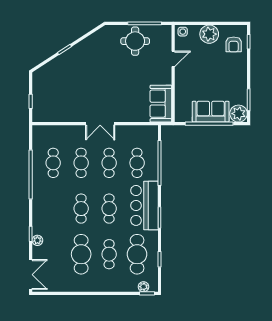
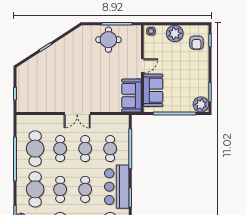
door: (173, 59) -> (142, 66), moved
sofa: (211, 112) -> (153, 90), moved, turned 90
cafe table: (53, 163) -> (35, 149), width x1.37, depth x1.35
cafe table: (53, 209) -> (35, 189), added

